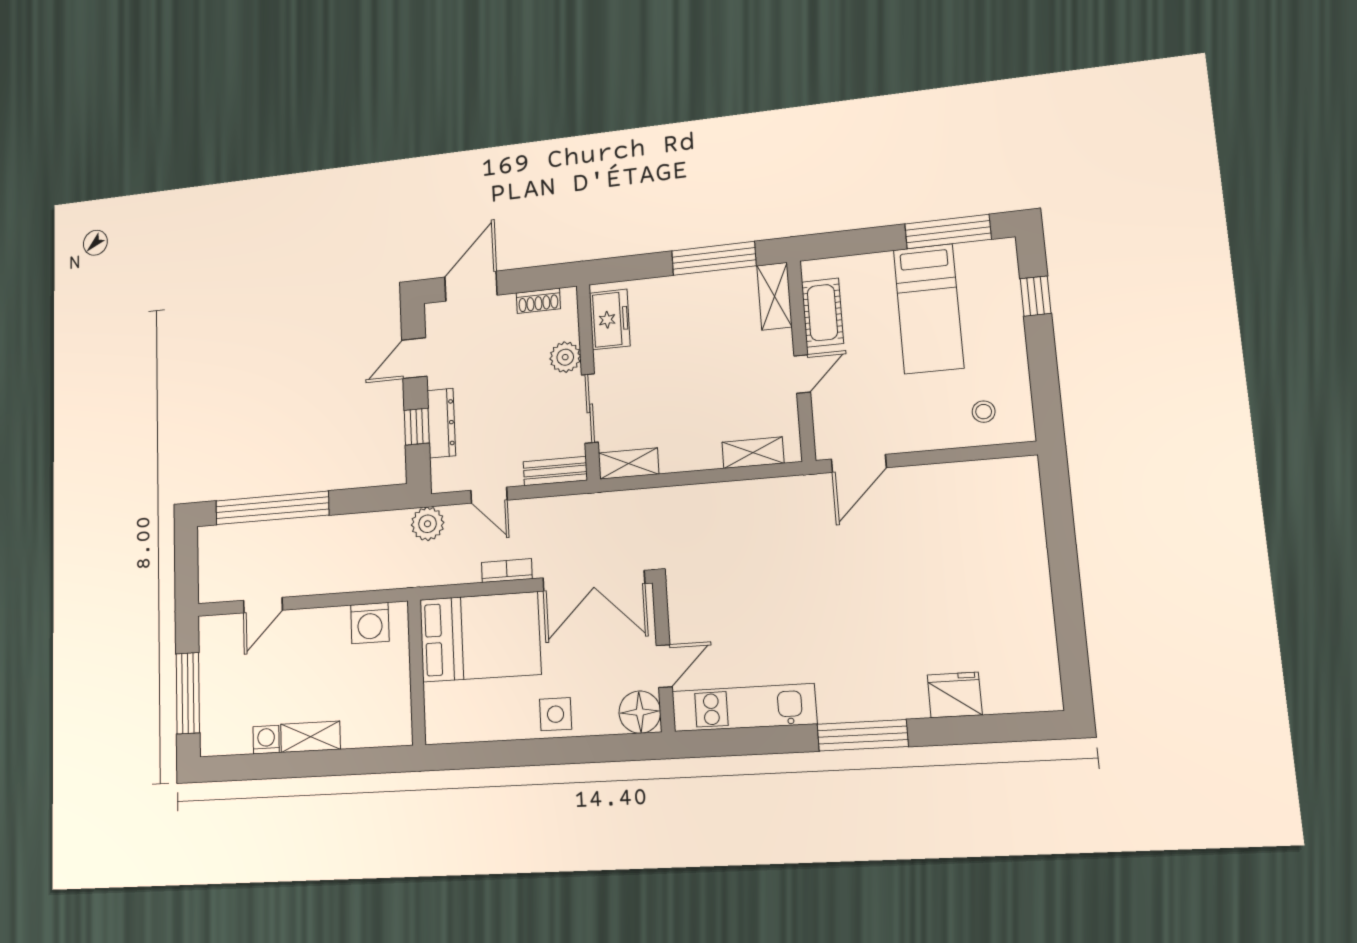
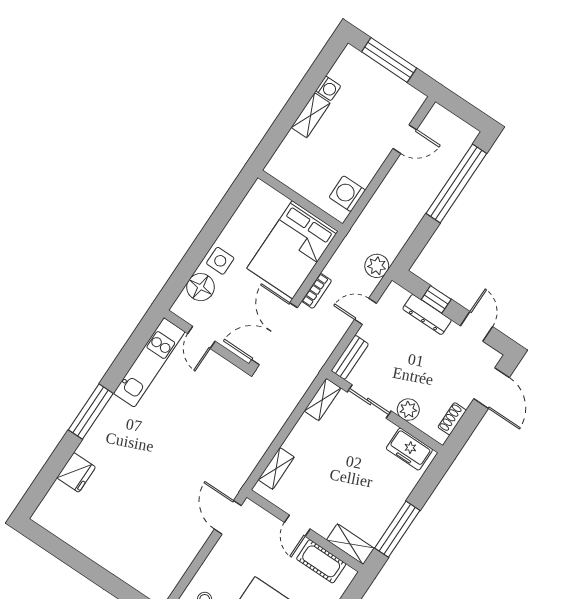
door: (263, 605) -> (405, 139), swing flipped
floor lamp: (640, 712) -> (201, 287), moved

